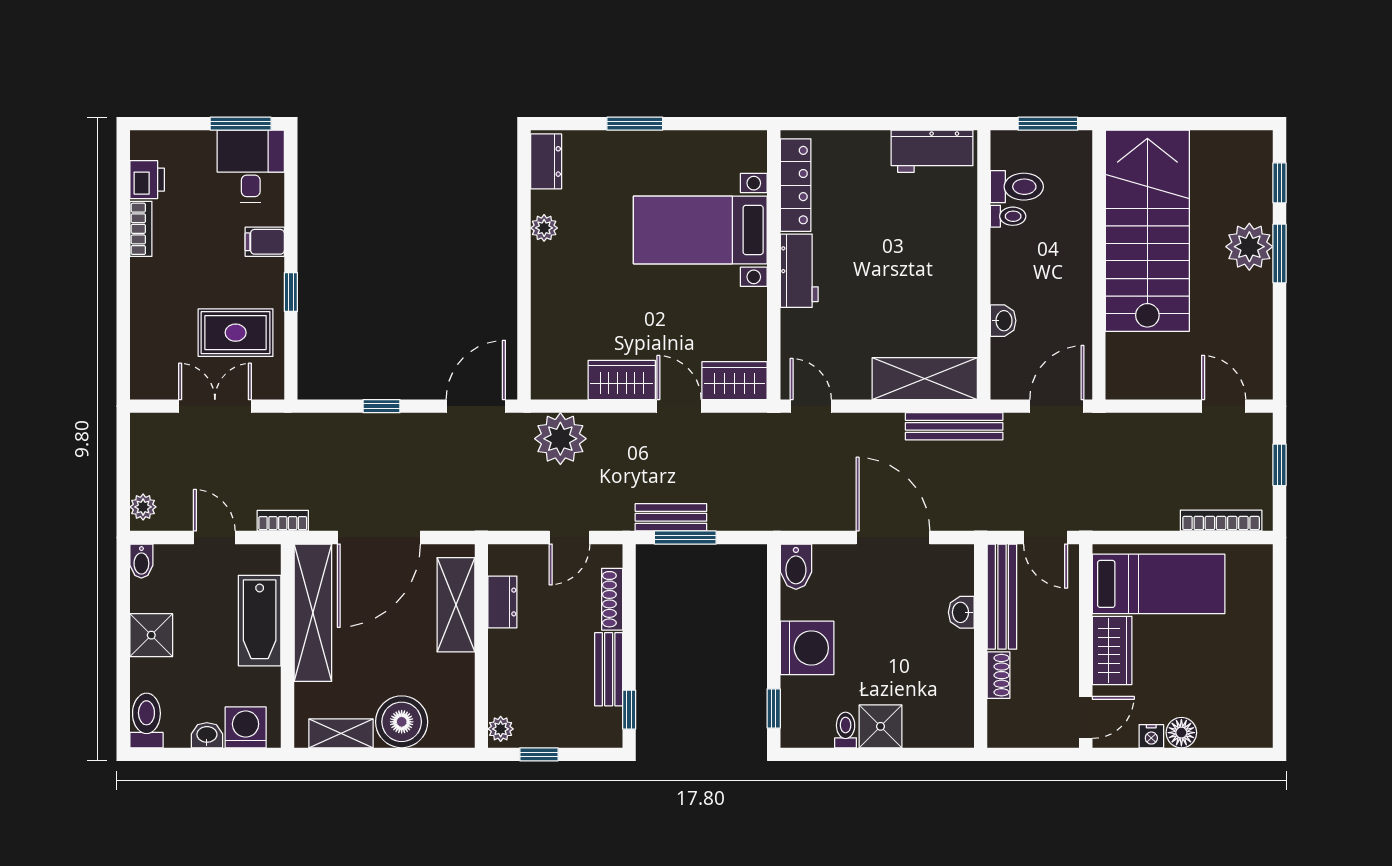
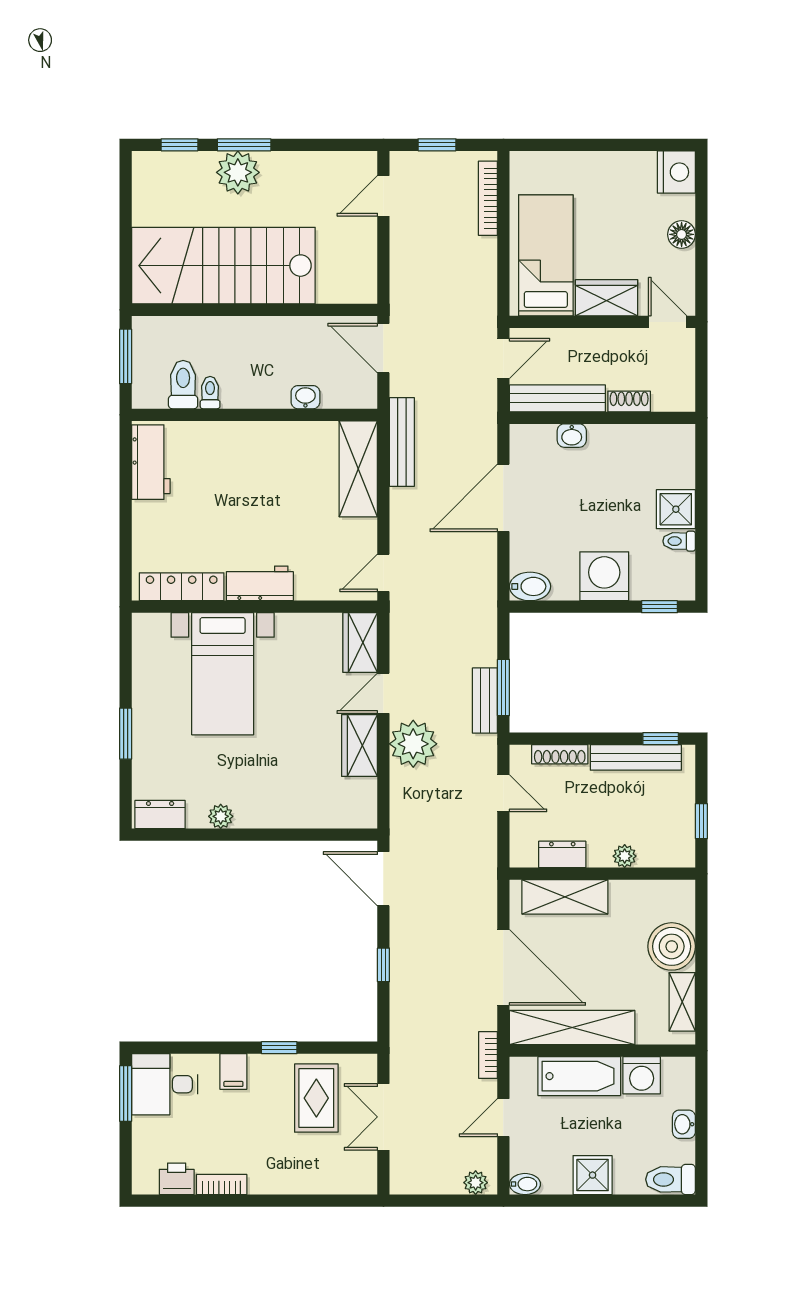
plant: (560, 439) -> (413, 744), moved
bench: (609, 669) -> (636, 757), width x1.36
washing machine: (246, 727) -> (642, 1075), moved, turned -90
plant: (501, 729) -> (625, 856), moved
nightstand: (1151, 736) -> (676, 172), moved, width x1.89, depth x1.79

